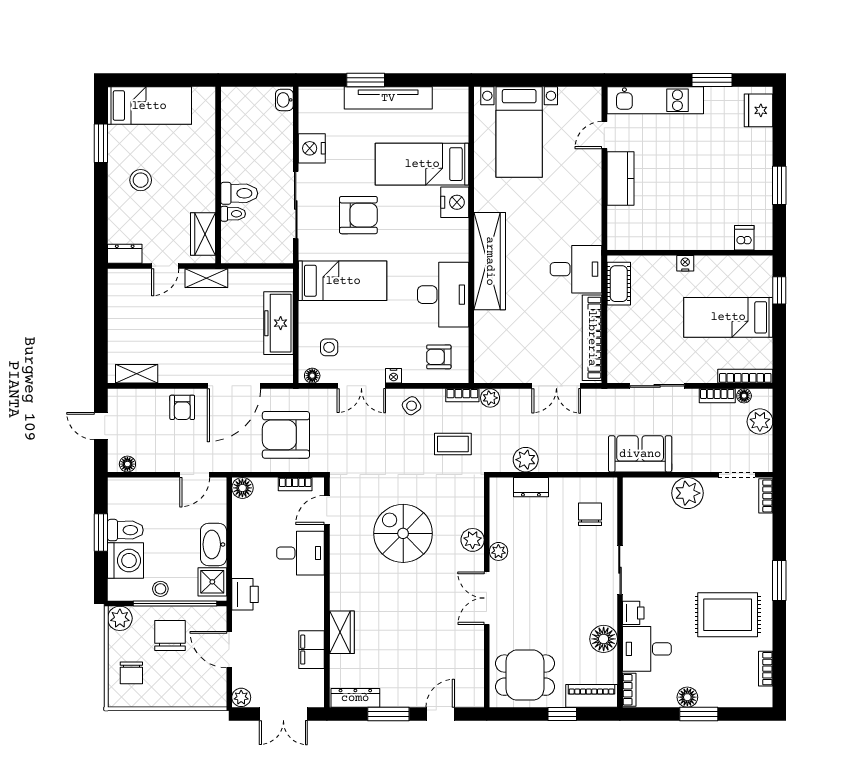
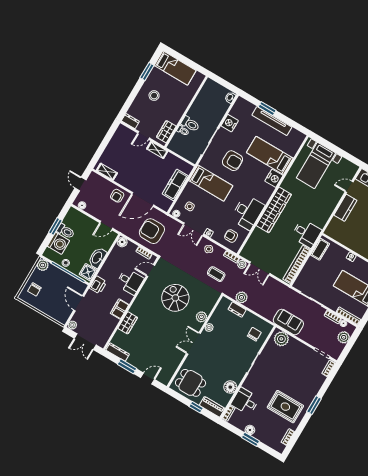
double door: (556, 386) -> (260, 269), moved
plant: (688, 493) -> (281, 339), moved
printer: (633, 613) -> (248, 384), removed
chair: (170, 636) -> (59, 284), removed
filing cabinet: (312, 650) -> (120, 309), moved

